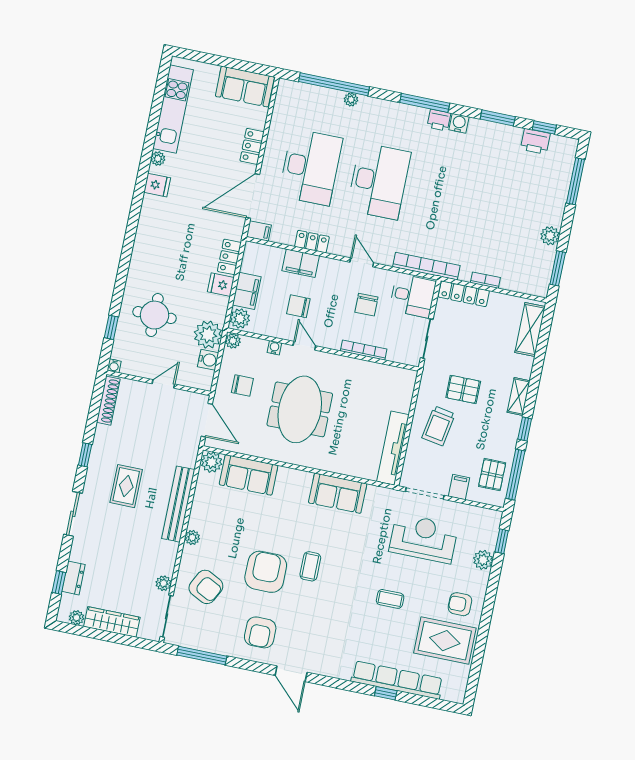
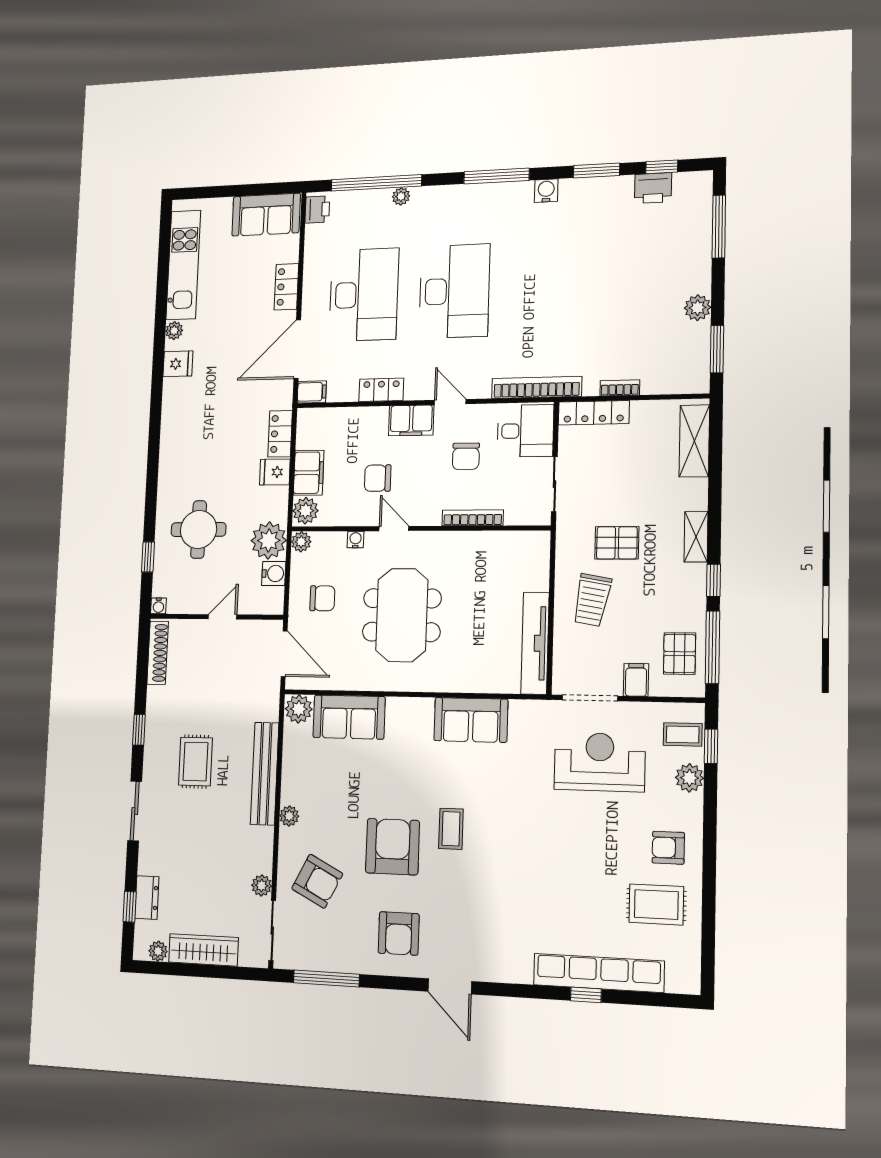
printer: (439, 120) -> (317, 210), moved, turned -90
filing cabinet: (301, 263) -> (411, 420), moved
coffee table: (390, 599) -> (683, 734), moved
rug: (445, 641) -> (656, 904), width x0.73, depth x0.70

